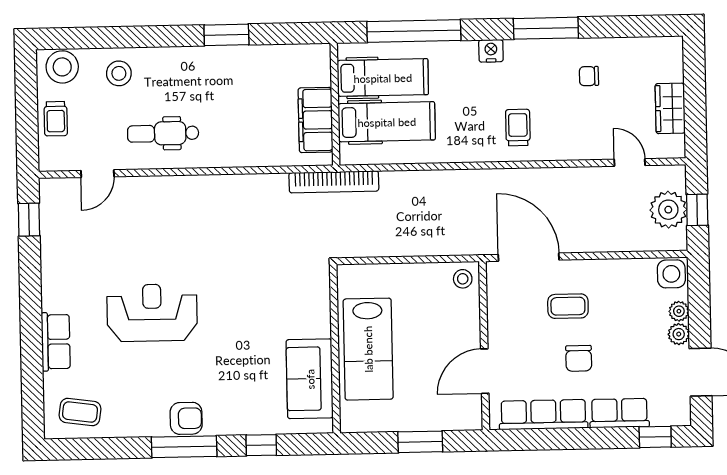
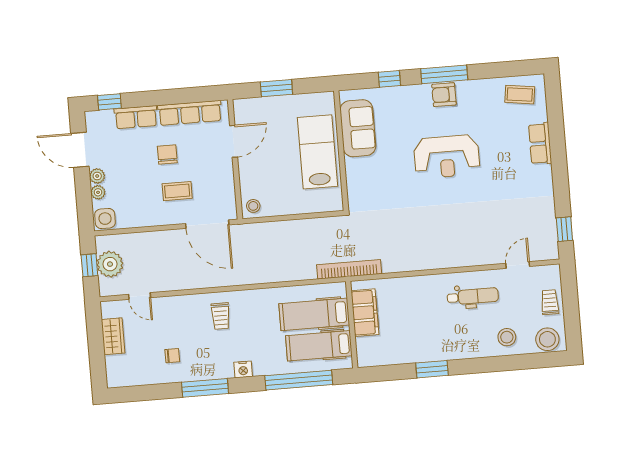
reception desk: (152, 313) -> (447, 157), moved

